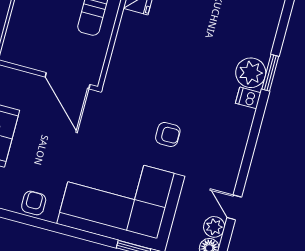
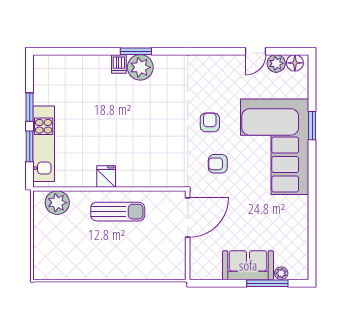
dishwasher: (248, 98) -> (119, 64), moved
armchair: (34, 203) -> (218, 164), moved

